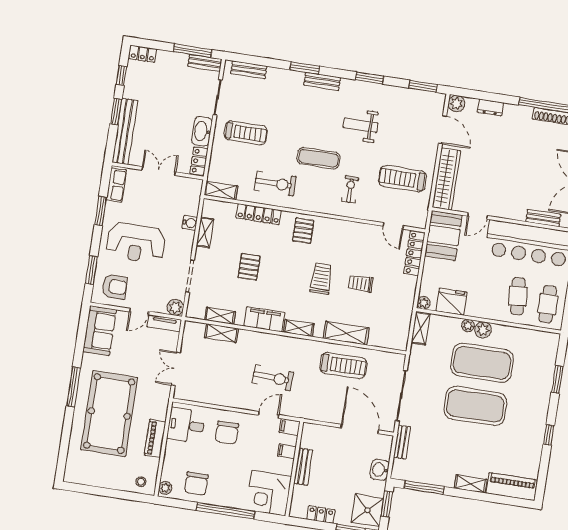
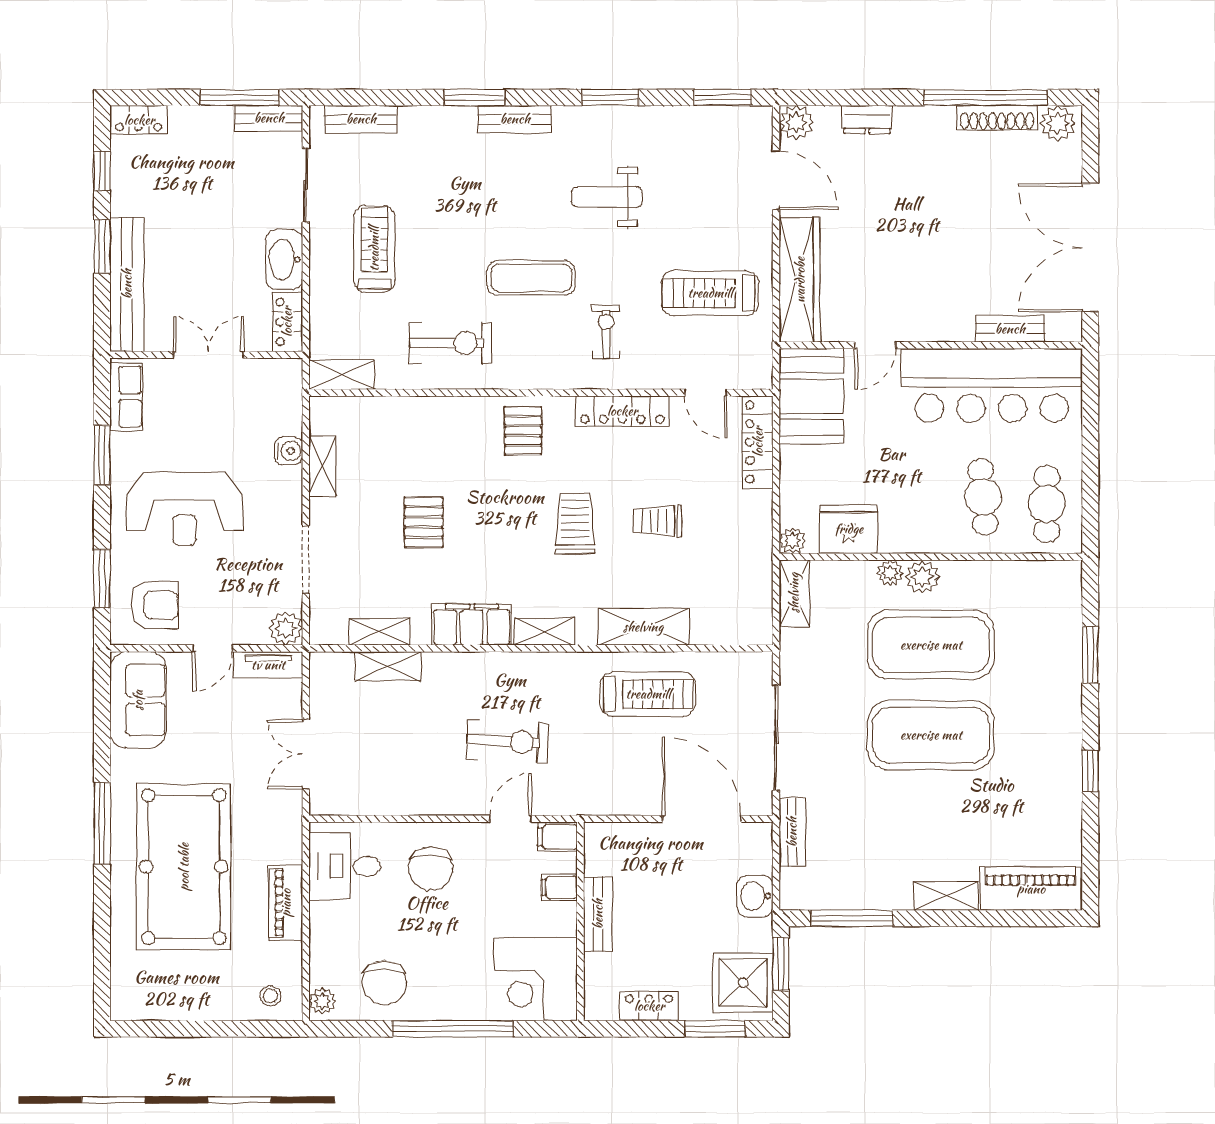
treadmill: (246, 133) -> (374, 249), turned -90
locker: (259, 214) -> (622, 411), moved

